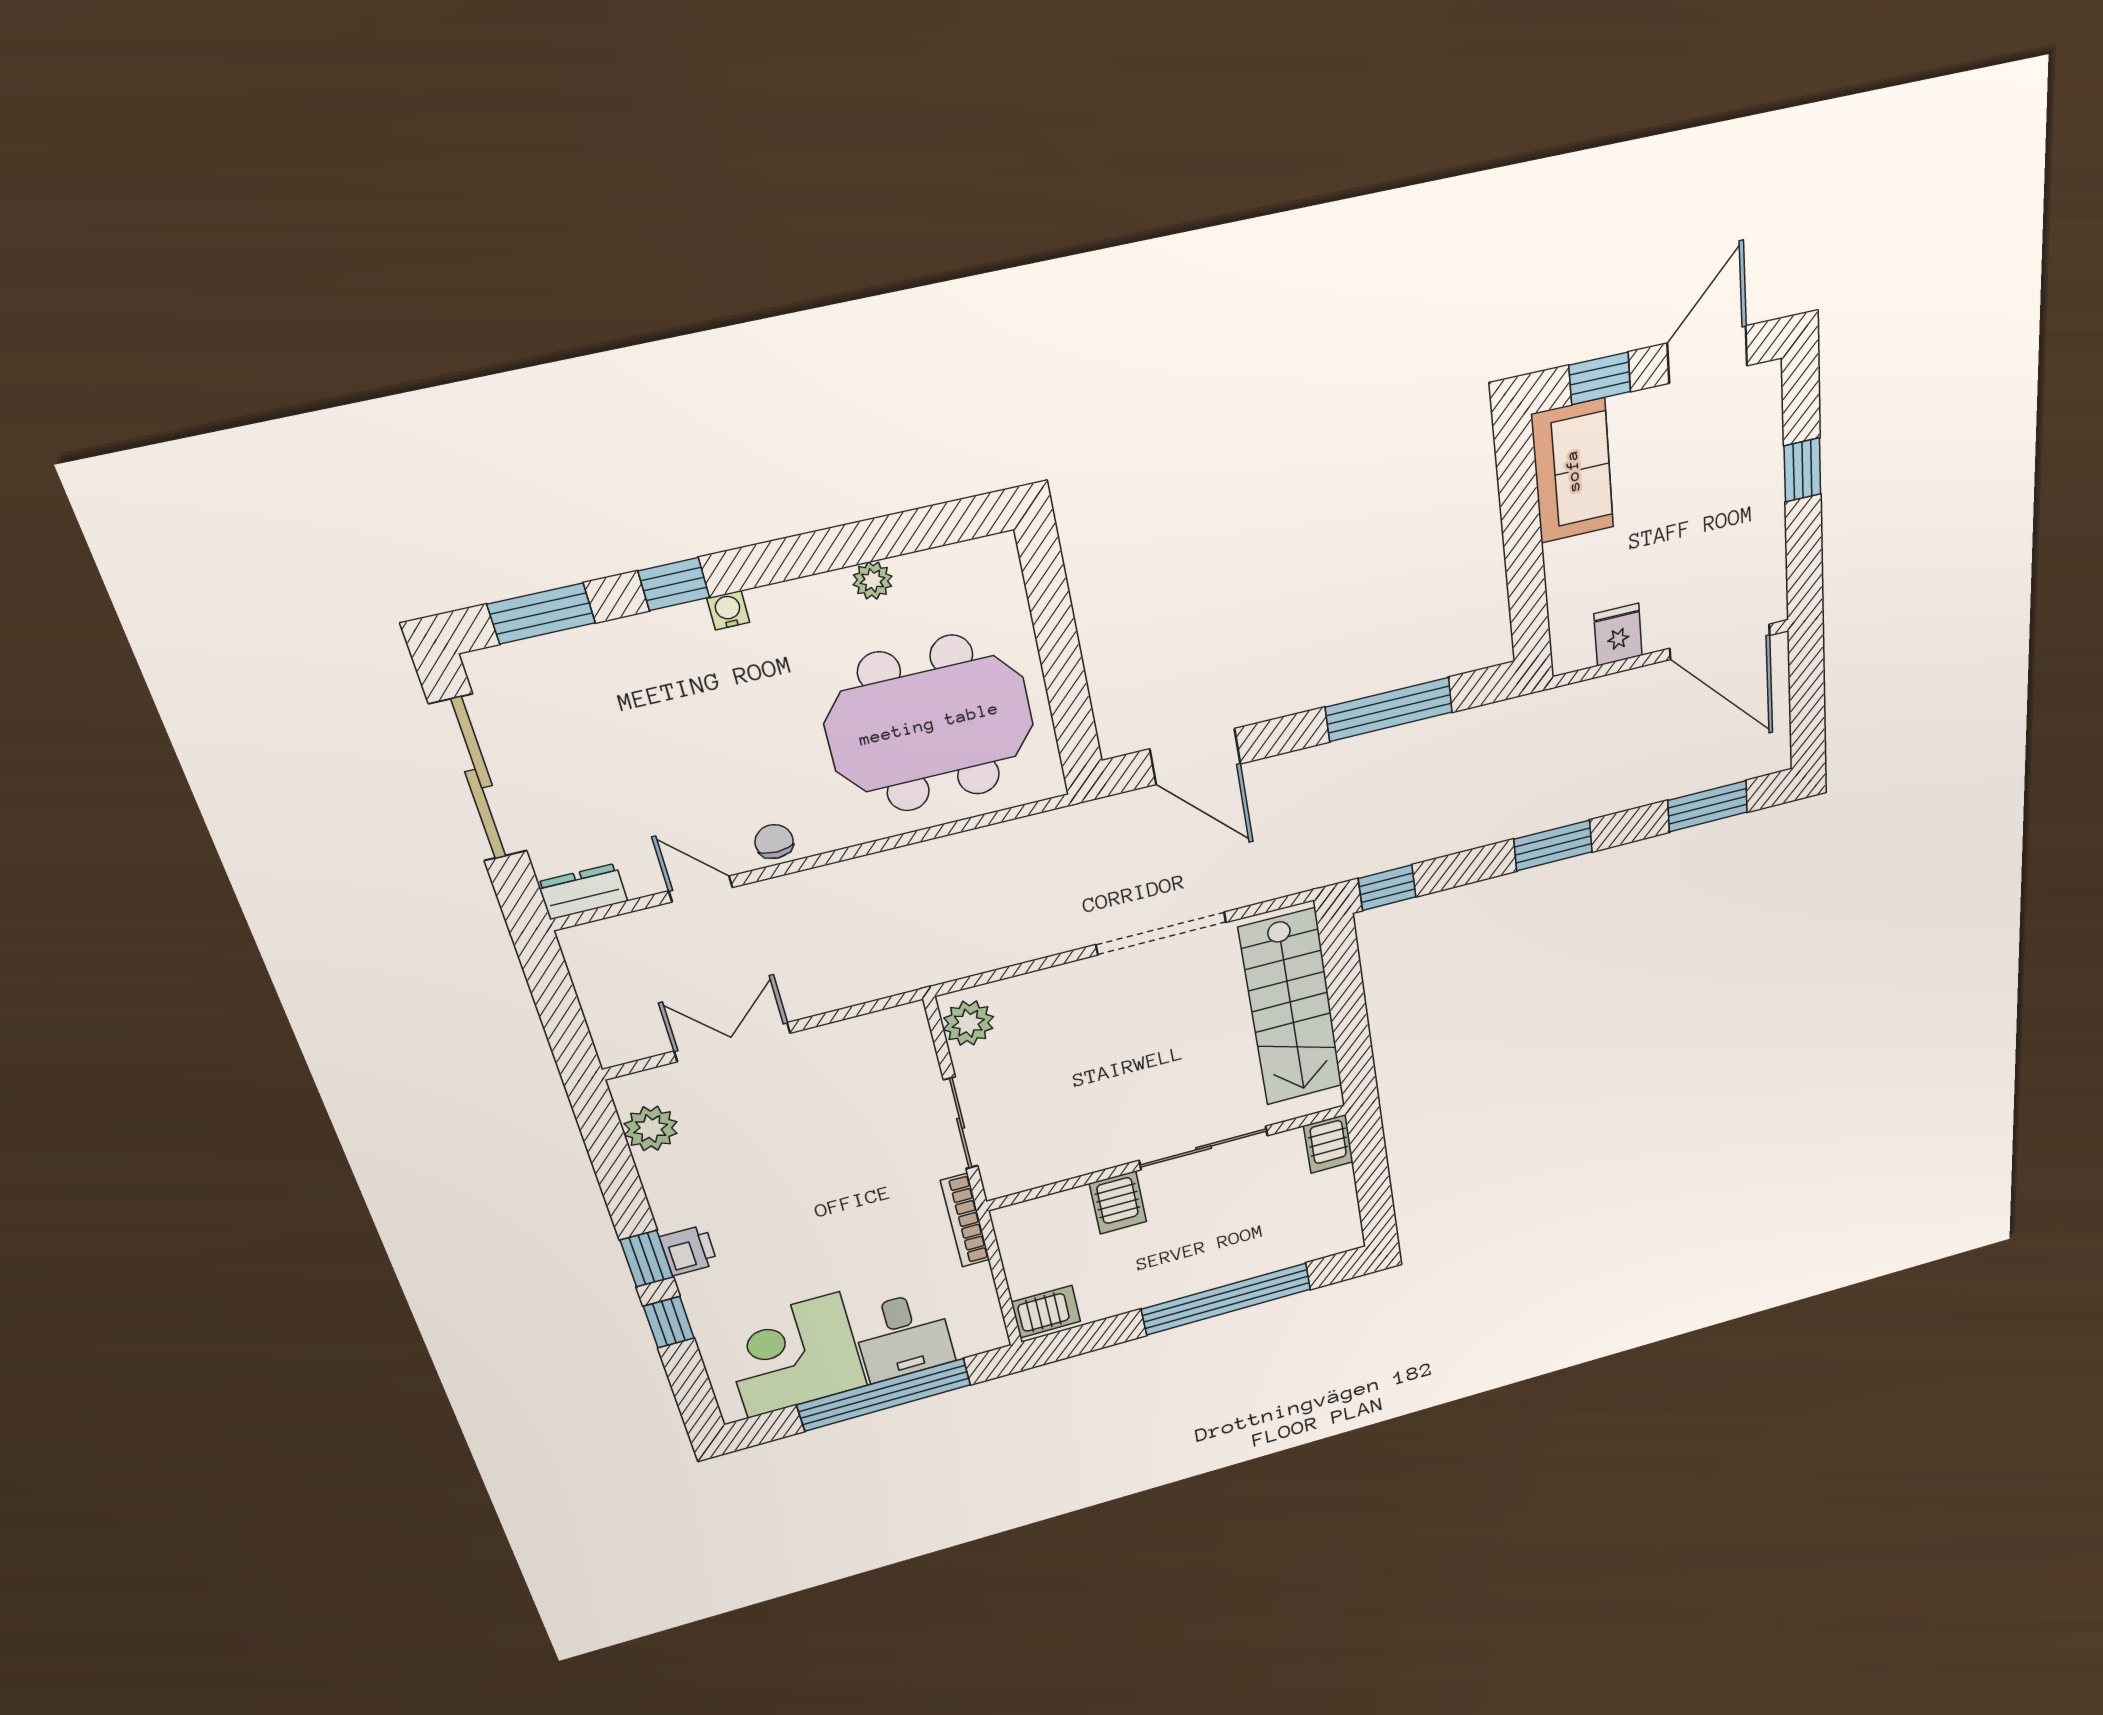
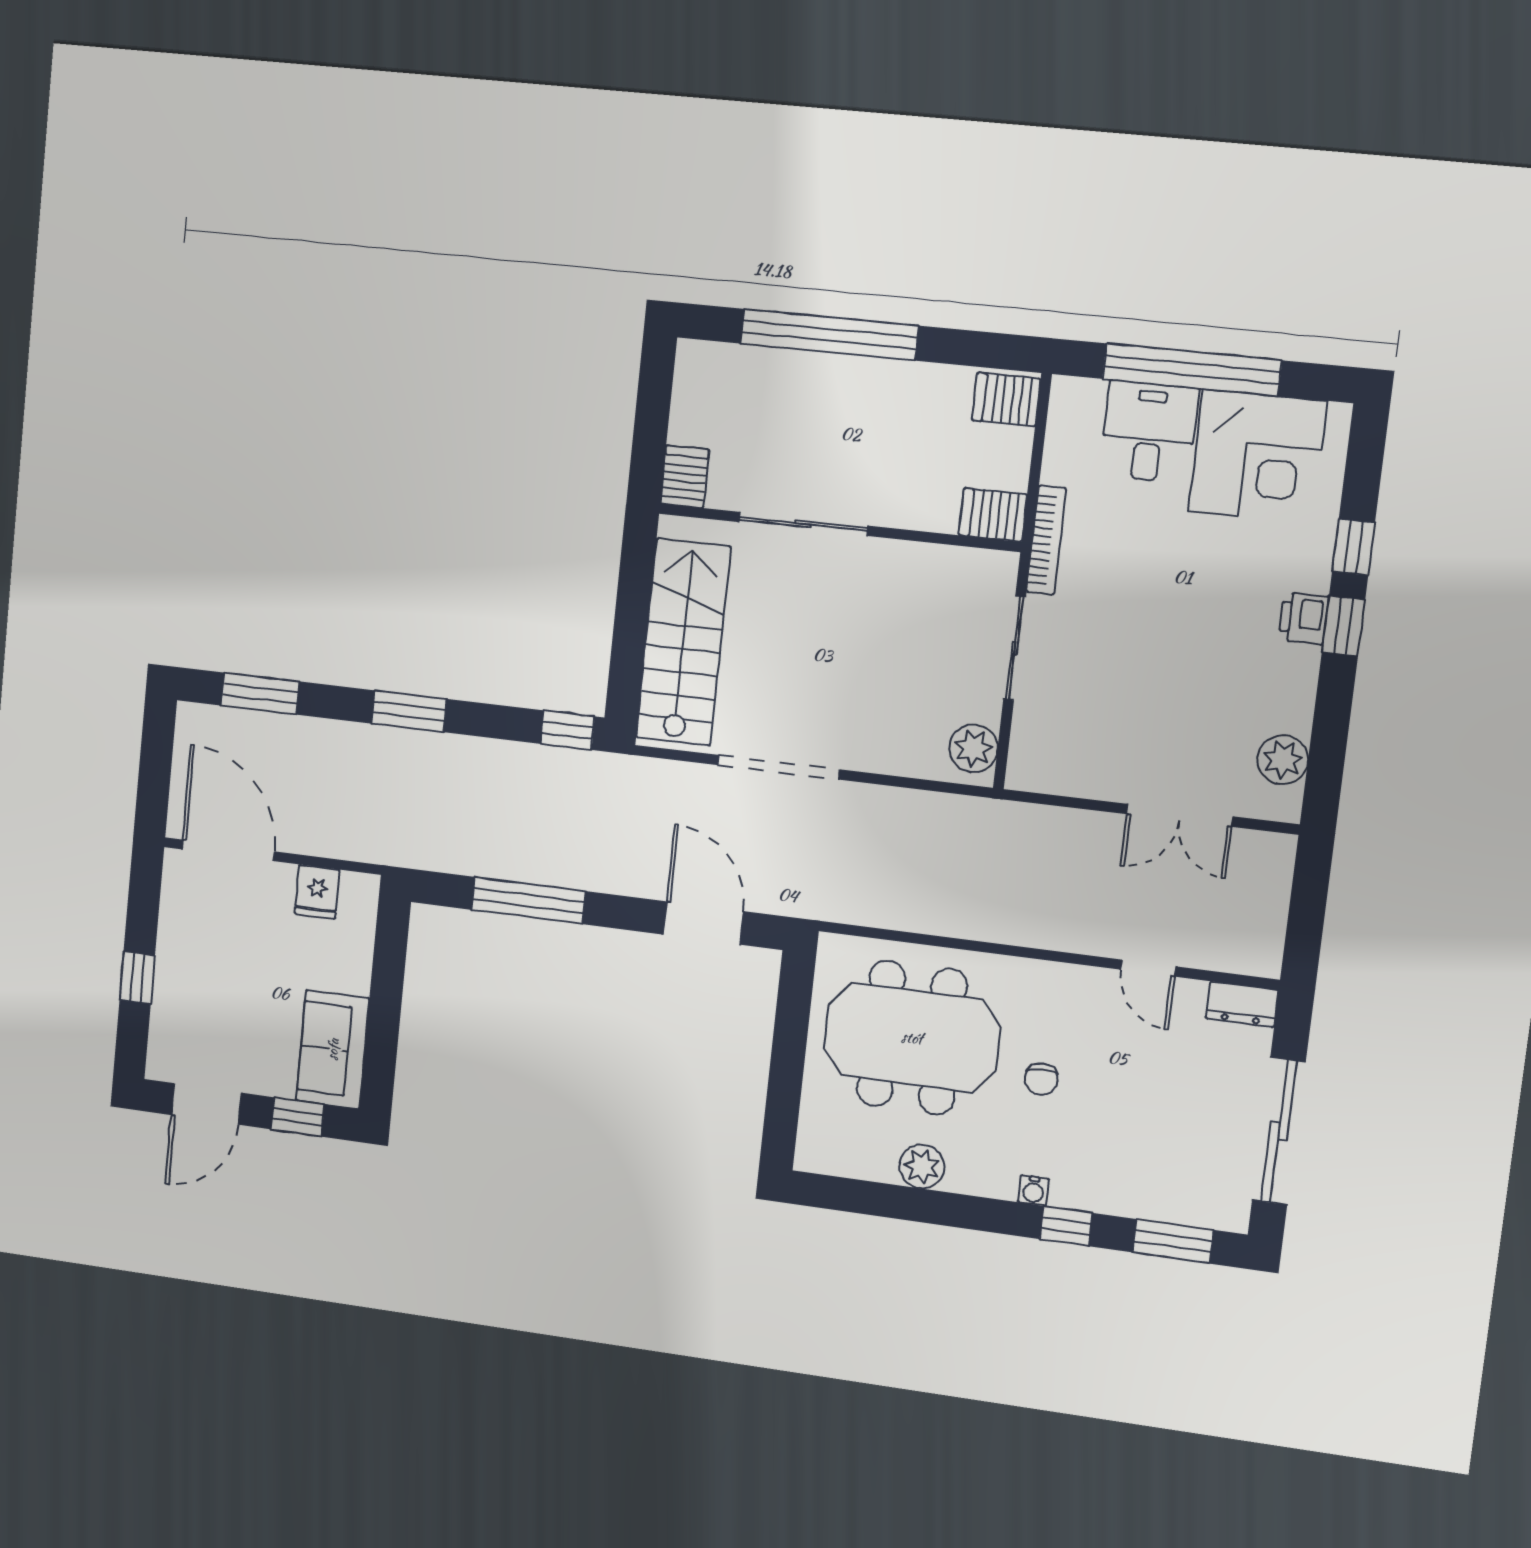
plant: (873, 581) -> (922, 1167), width x1.38, depth x1.38
chair: (774, 842) -> (1041, 1079), moved
server rack: (1118, 1203) -> (993, 515), moved, turned -90

